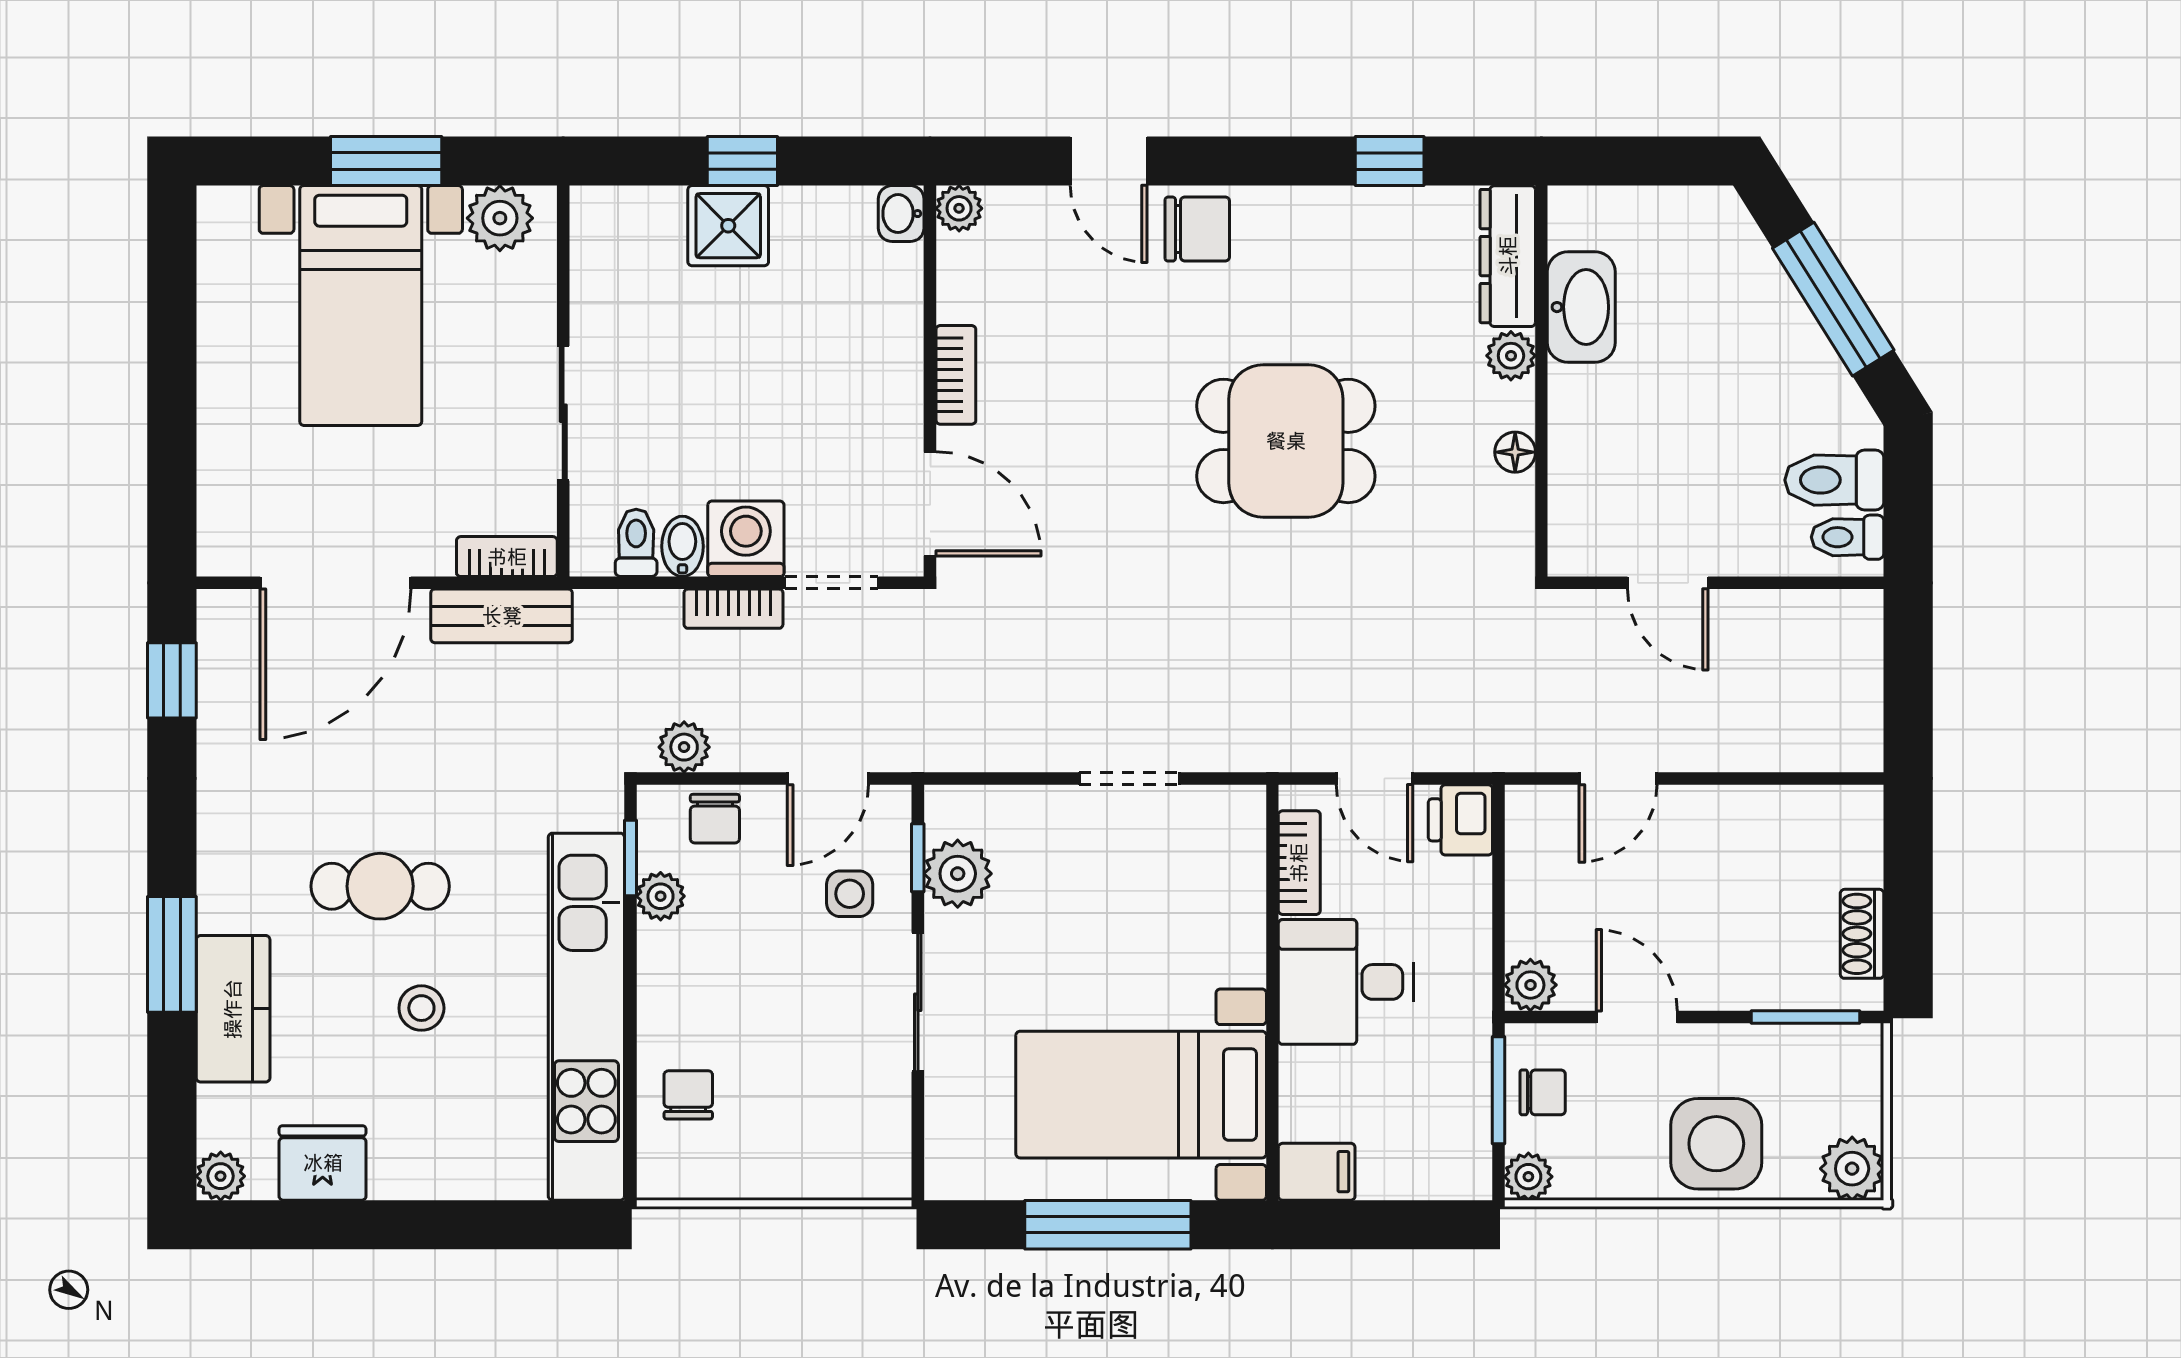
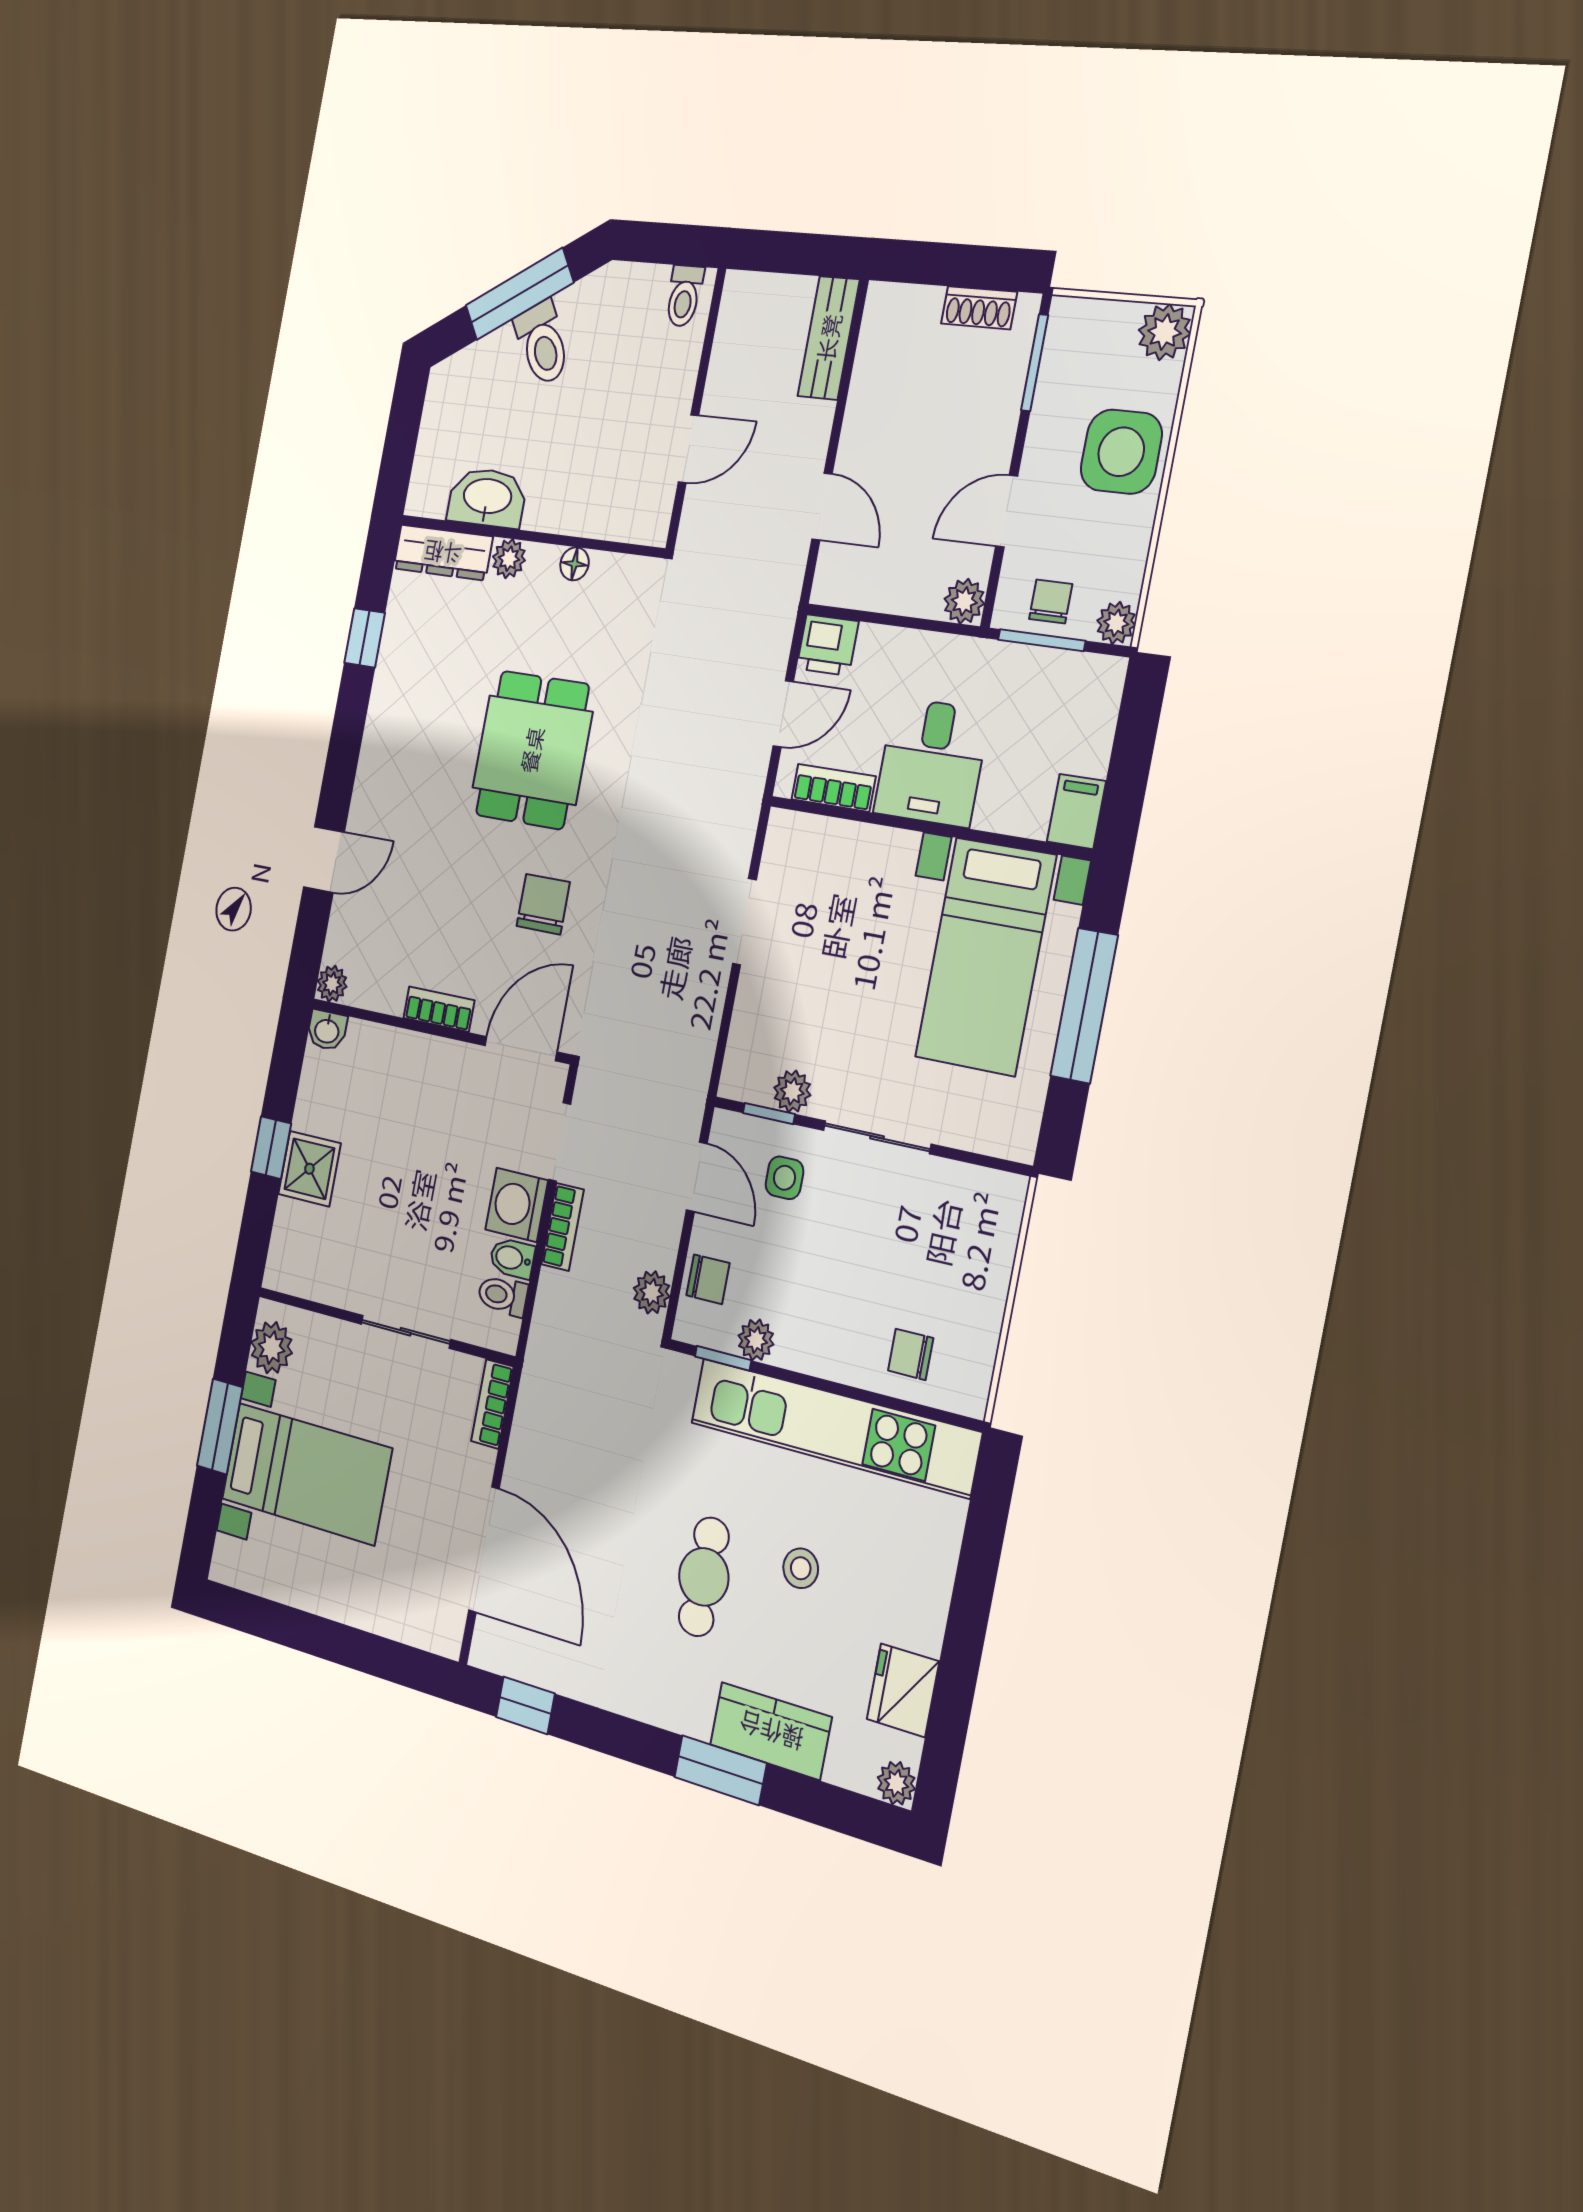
chair: (1197, 229) -> (543, 904), moved
toilet: (1834, 480) -> (542, 343), moved, turned -32
bench: (502, 616) -> (829, 338), moved
plant: (958, 874) -> (792, 1091), width x0.73, depth x0.73

